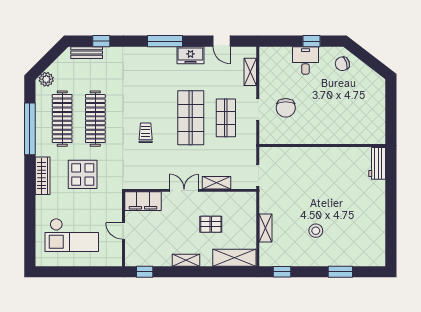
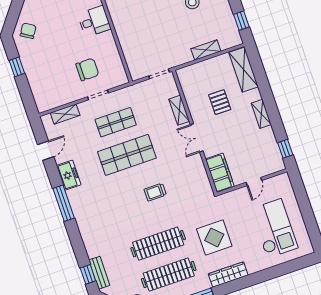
window: (101, 41) -> (88, 274), moved
desk: (305, 60) -> (94, 21), moved, turned 180
chair: (342, 64) -> (28, 31), turned -130

